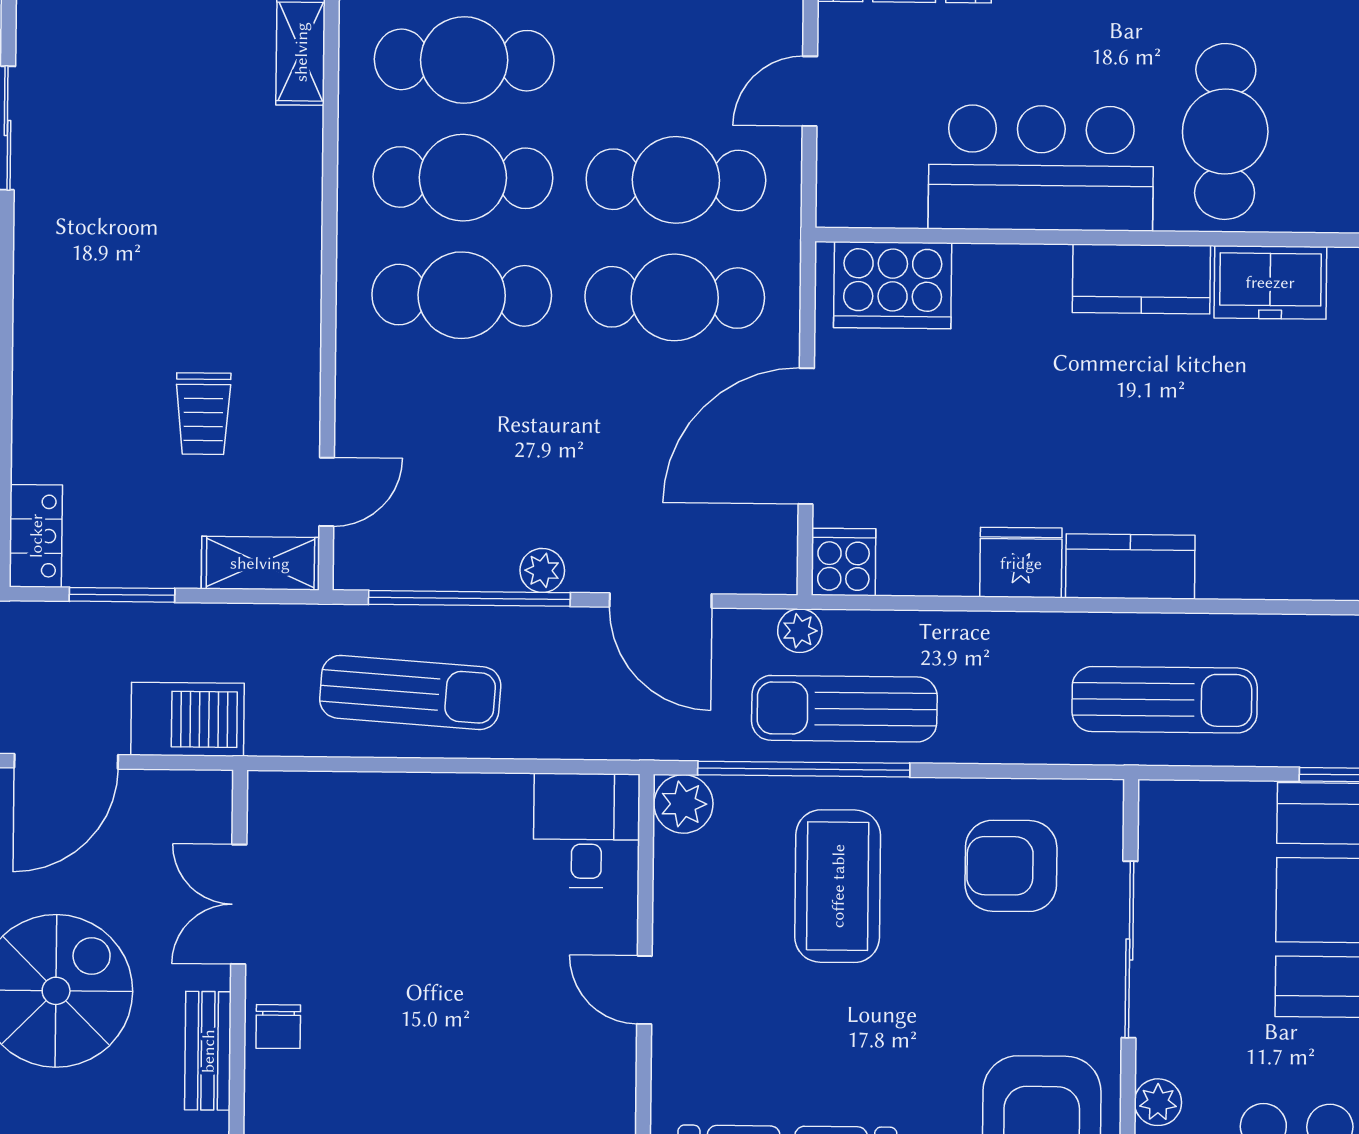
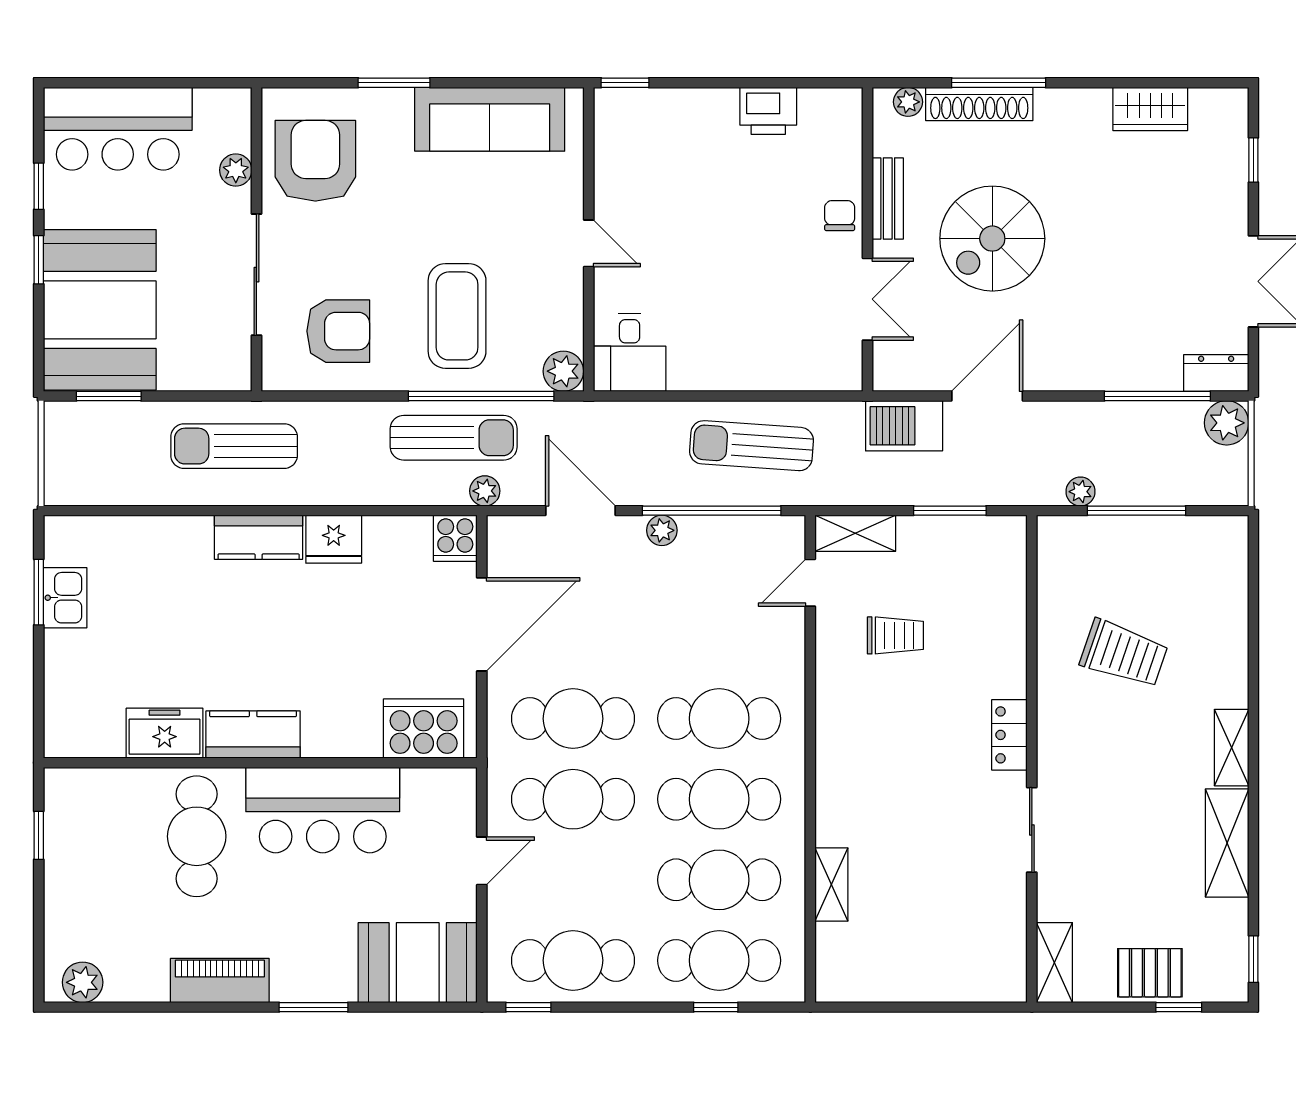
trolley: (203, 414) -> (895, 635), turned 90
locker: (36, 536) -> (1009, 735), moved

